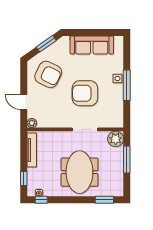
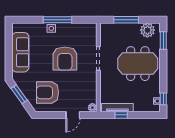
armchair: (48, 74) -> (48, 92), turned -116
plant: (116, 139) -> (147, 30), moved
window: (24, 179) -> (121, 115), moved

